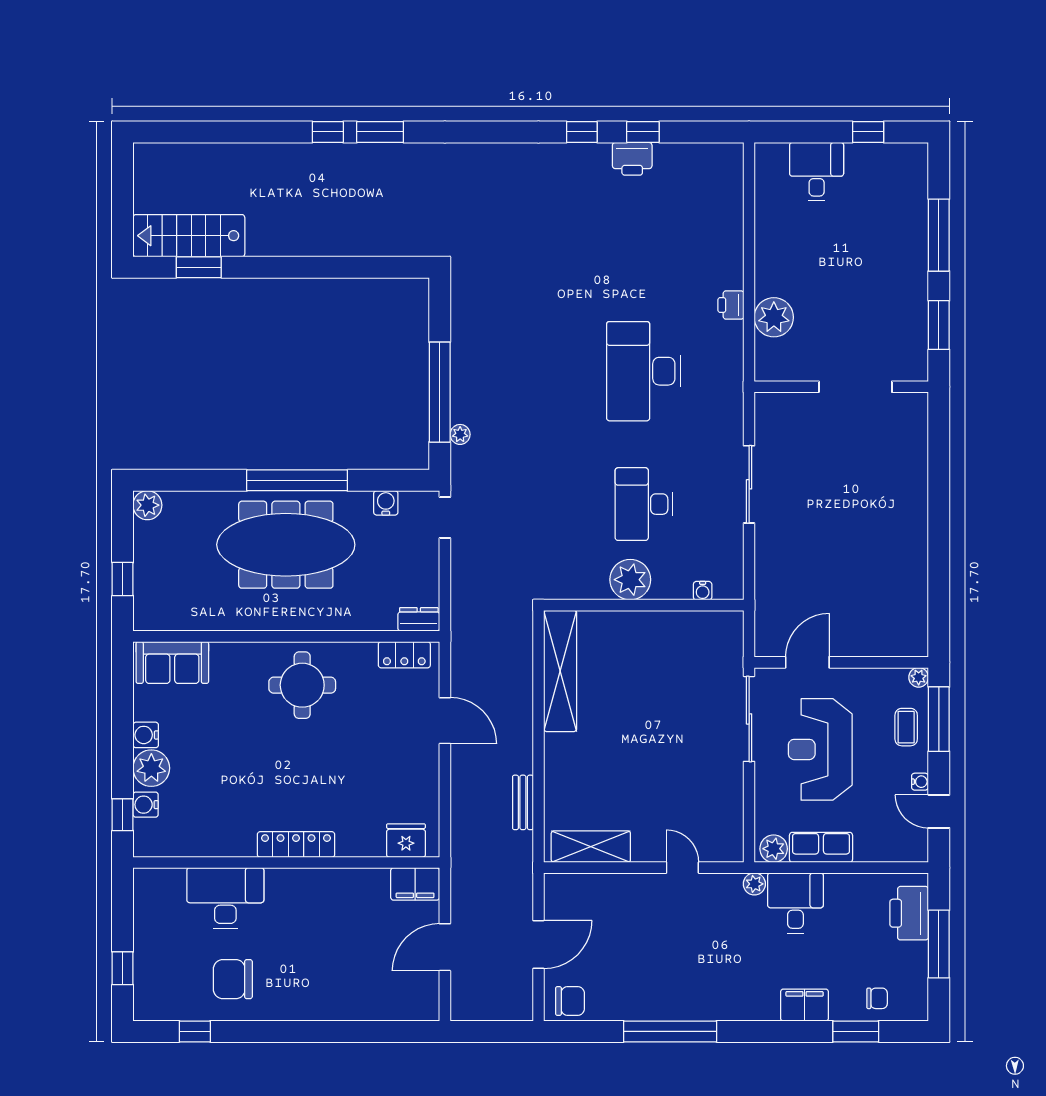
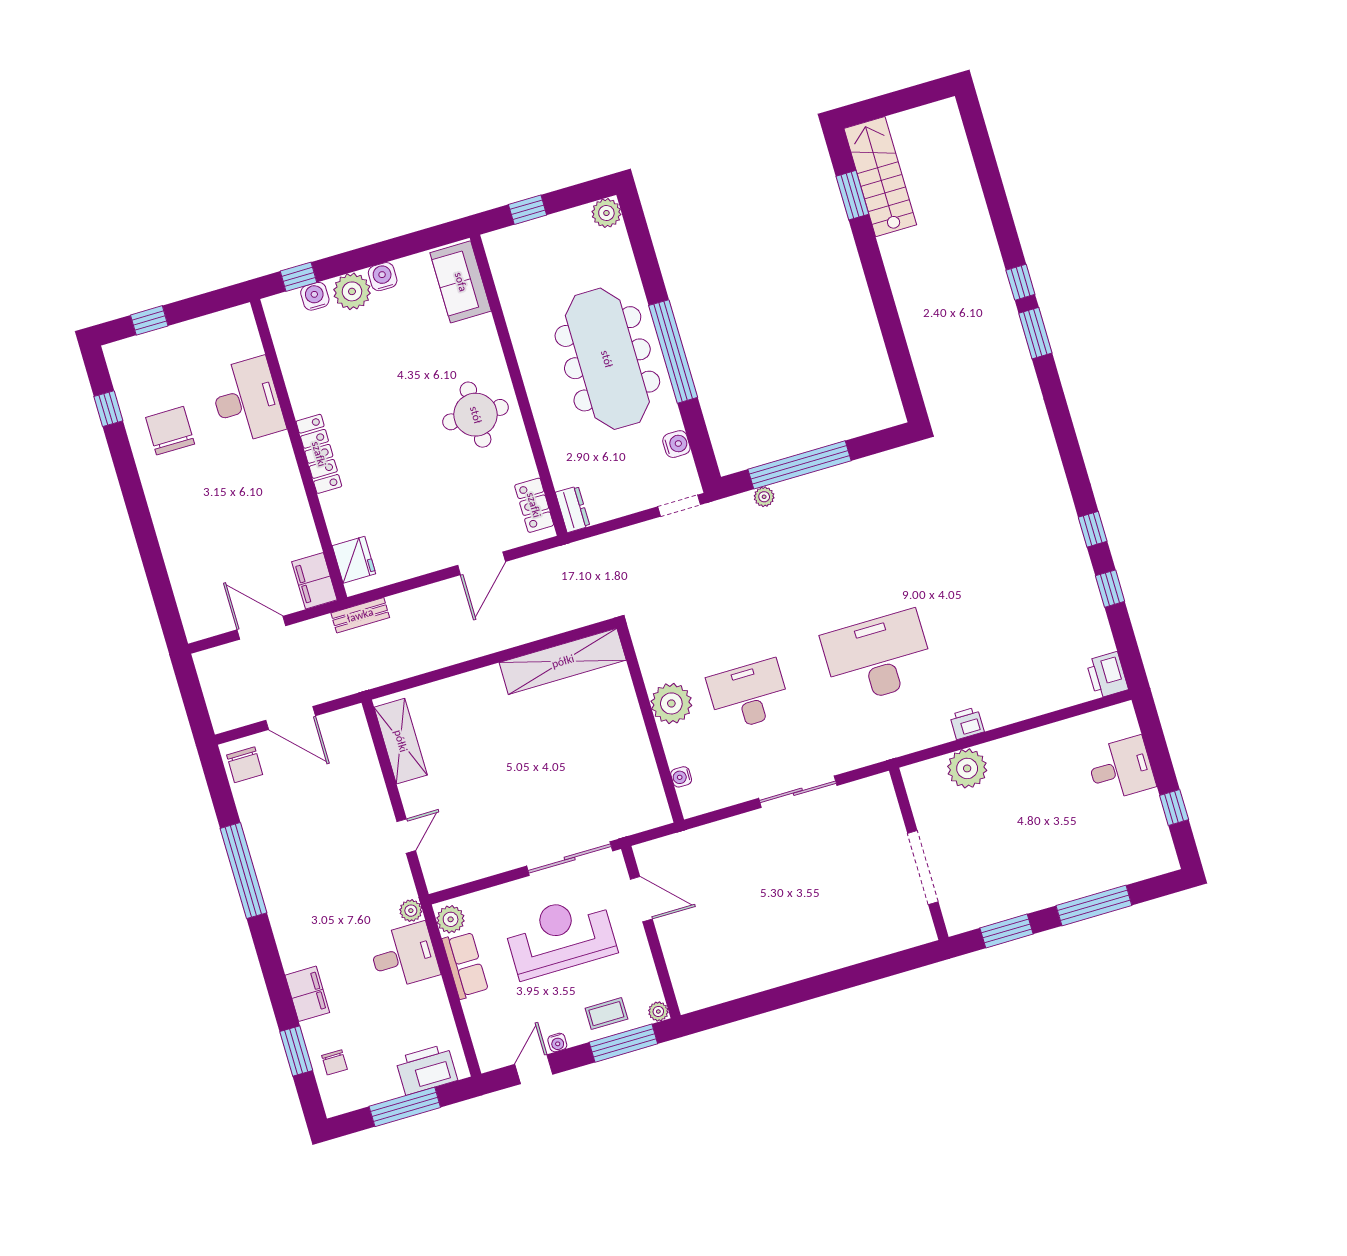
printer: (632, 159) -> (1107, 675), moved
bench: (523, 802) -> (360, 615), moved

